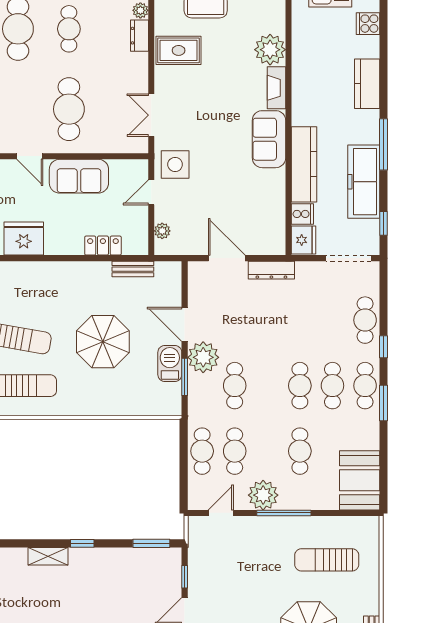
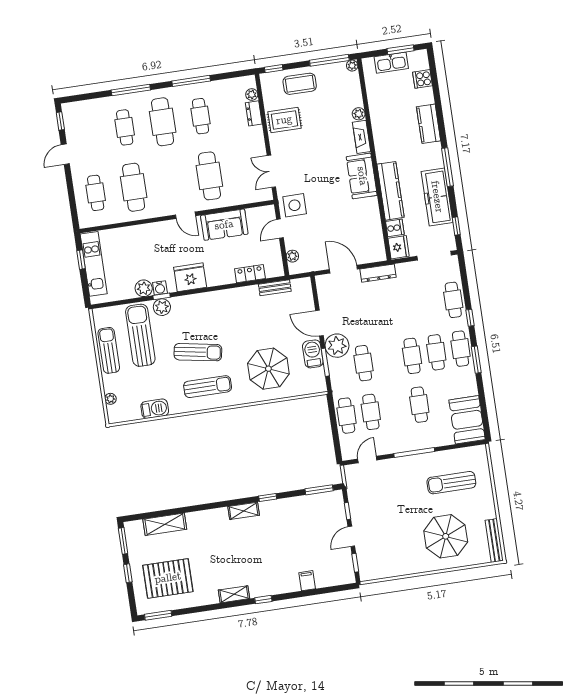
plant: (270, 50) -> (359, 114), width x0.53, depth x0.53
parasol: (103, 342) -> (268, 369), moved
plant: (263, 495) -> (397, 441), removed

